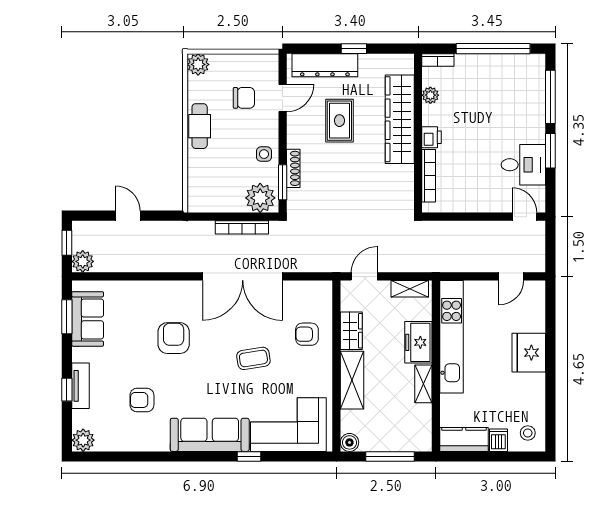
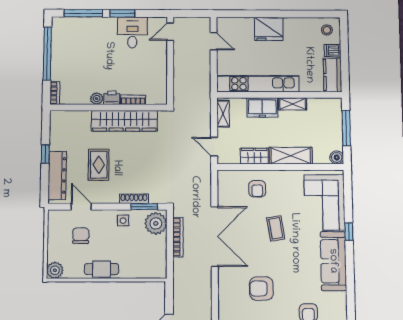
plant: (430, 95) -> (97, 99), moved
wardrobe: (400, 119) -> (124, 121), moved
rug: (339, 121) -> (99, 165), turned 90
bookcase: (429, 176) -> (133, 100), width x0.64

